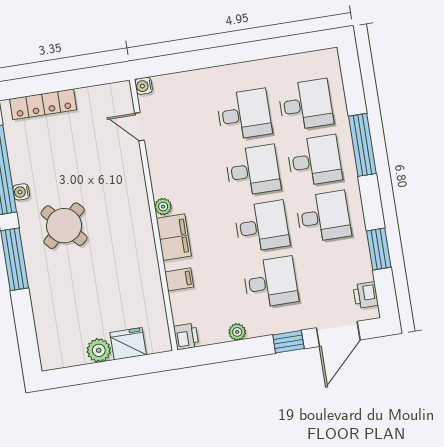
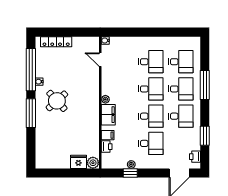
printer: (186, 336) -> (107, 147), moved
window: (288, 342) -> (130, 173), moved
plant: (99, 350) -> (93, 163), moved

